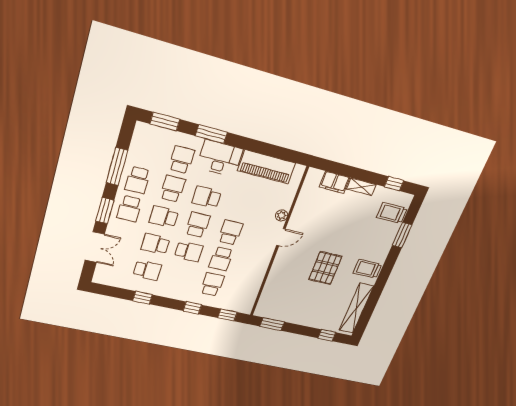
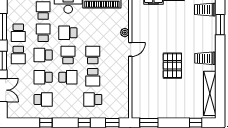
school desk: (212, 284) -> (93, 99), turned -90

